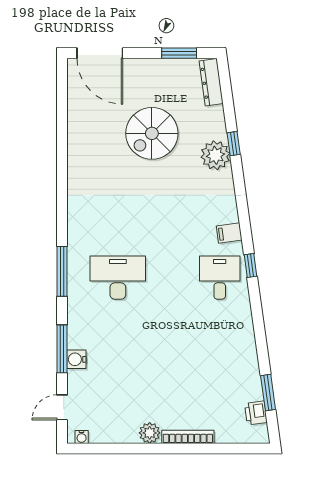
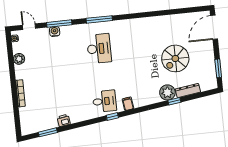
dresser: (211, 82) -> (188, 91), moved
spiral stairs: (152, 133) -> (175, 58), turned -90
printer: (256, 413) -> (64, 120), moved
plant: (150, 433) -> (19, 59), moved

